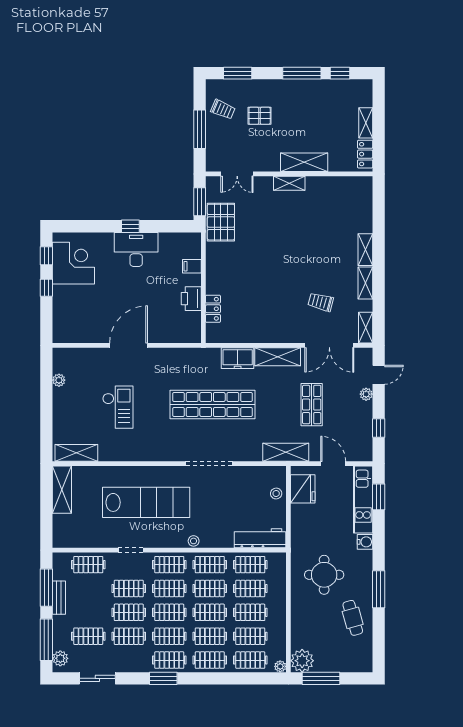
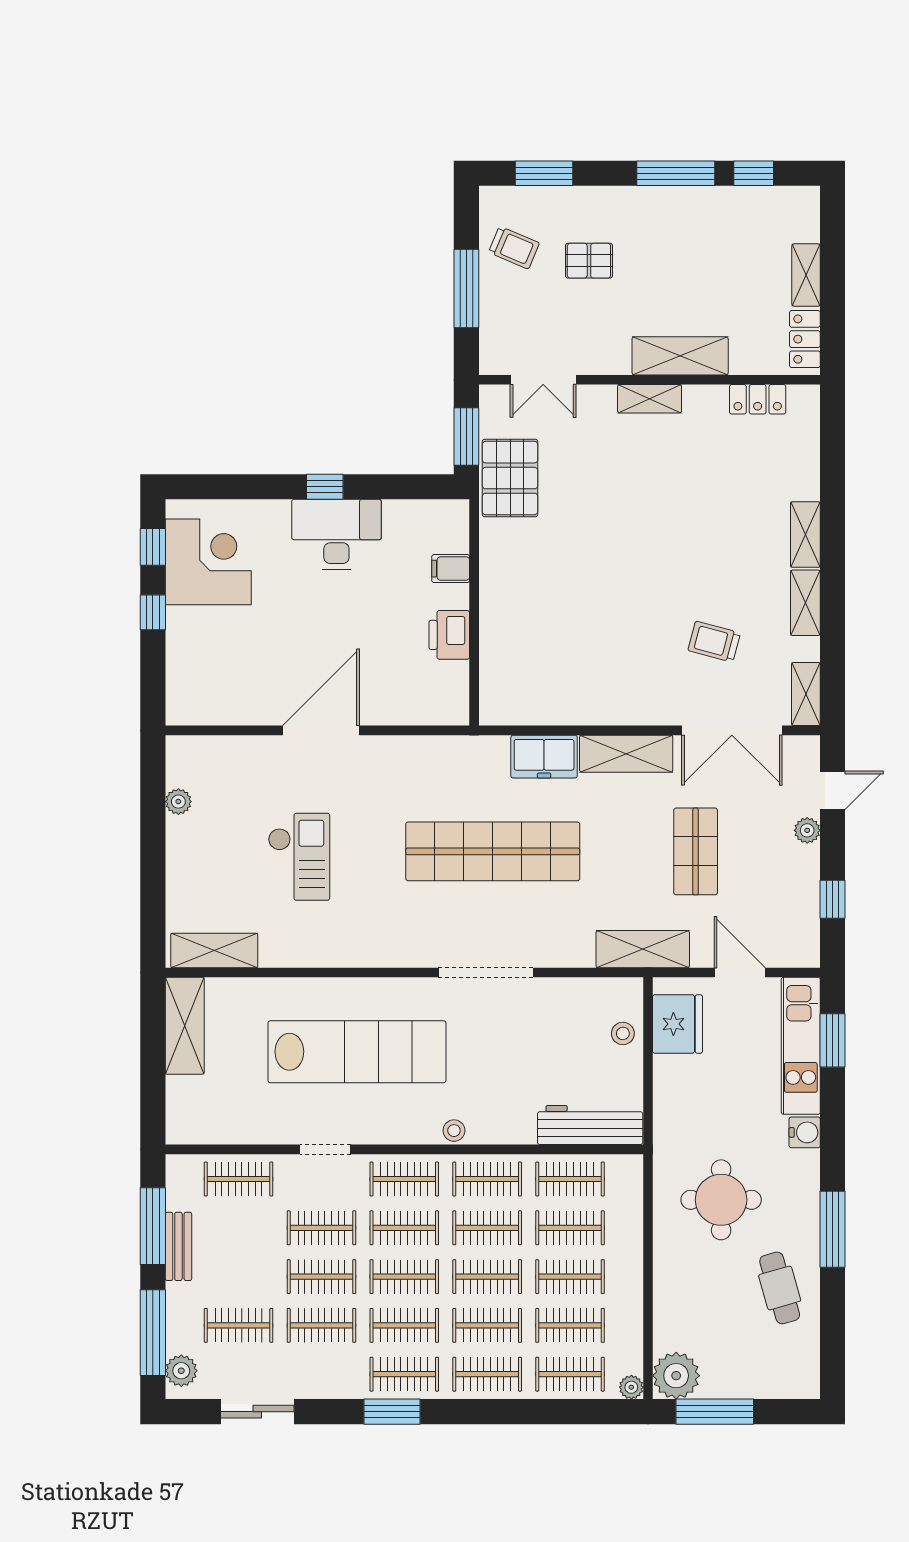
locker: (213, 309) -> (758, 399), moved, turned 90

